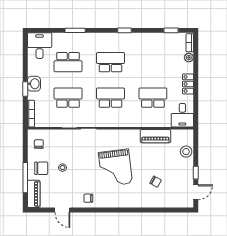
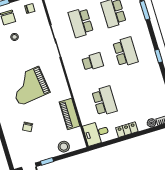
school desk: (68, 98) -> (81, 23), turned 180
school desk: (110, 98) -> (93, 62), width x0.54

